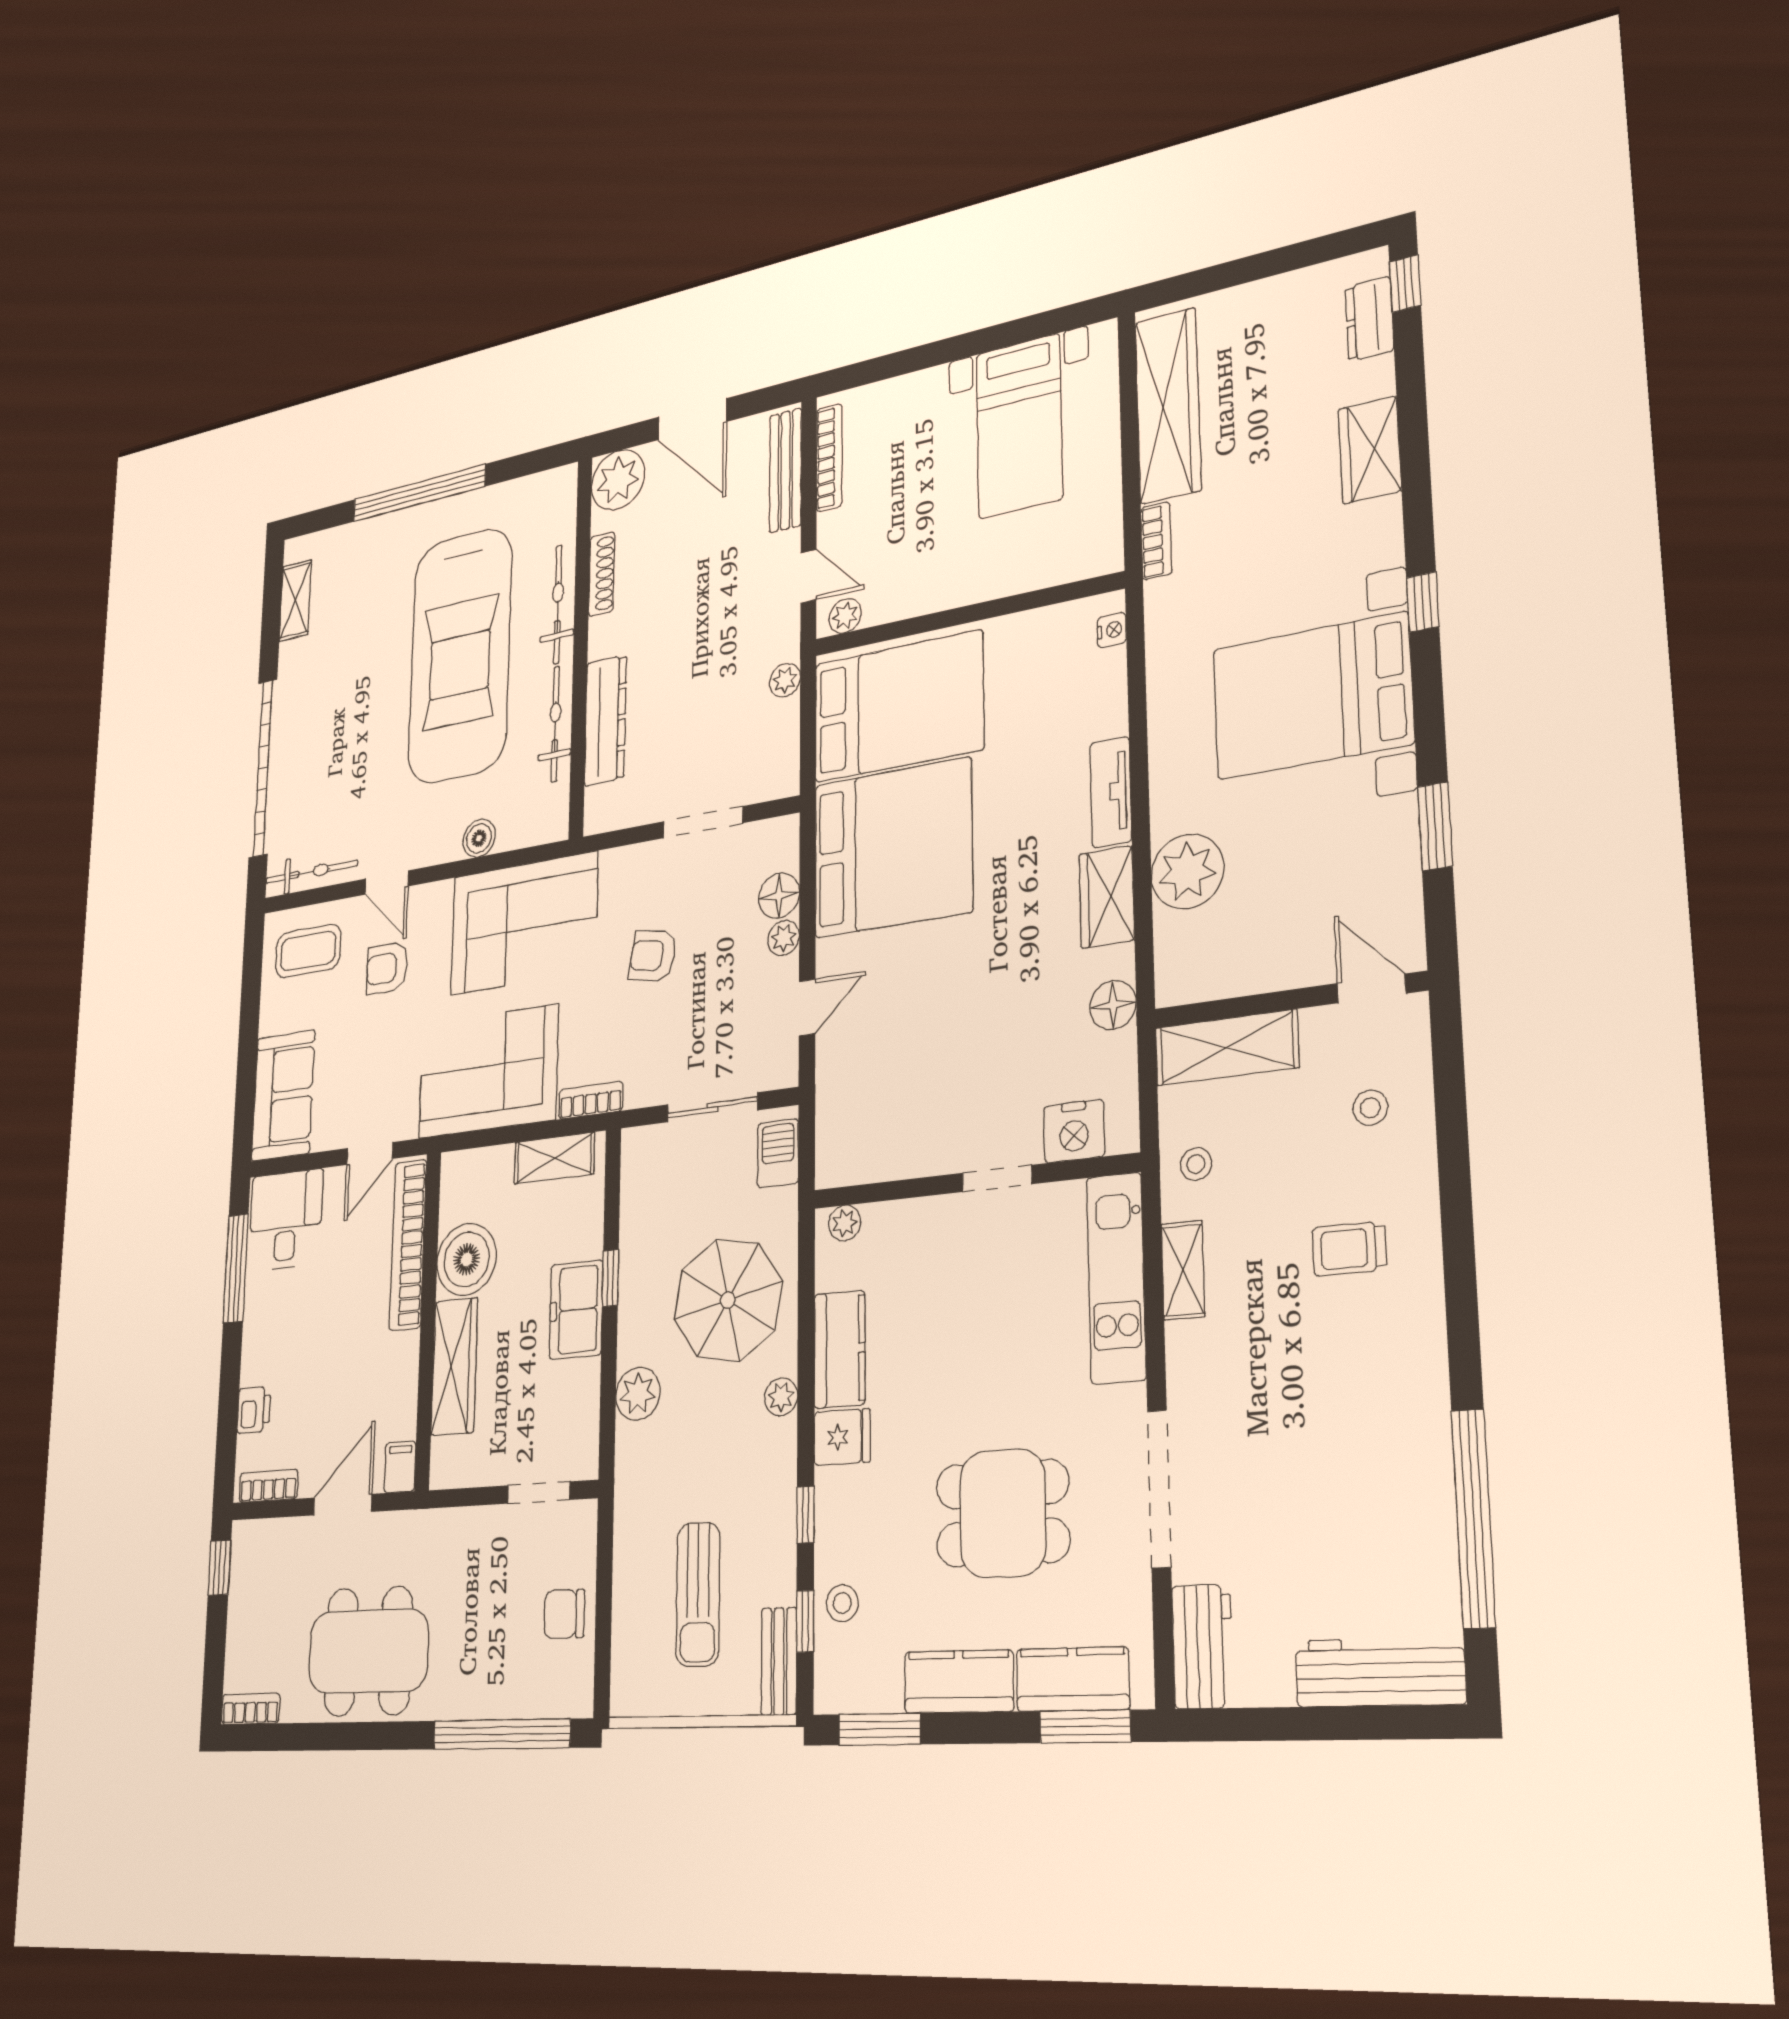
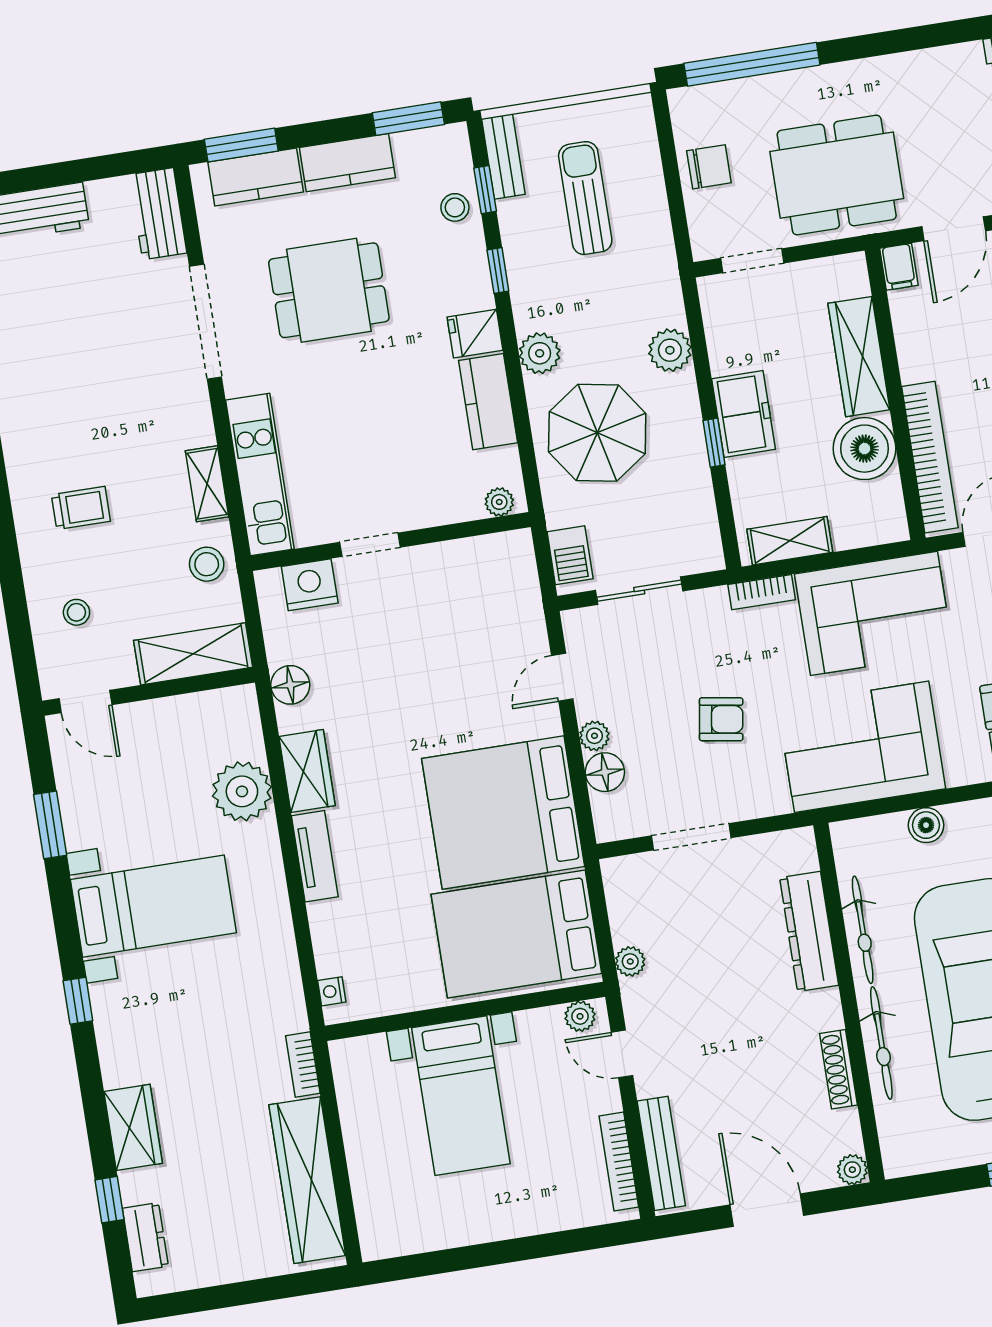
window: (1405, 284) -> (109, 1200), moved
bed with nightstands: (1019, 426) -> (461, 1096), moved, turned 180
plant: (618, 480) -> (852, 1170), width x0.53, depth x0.53
bed with nightstands: (1312, 696) -> (153, 906), width x0.73
stool: (1196, 1164) -> (207, 564), width x1.37, depth x1.37
plant: (781, 1397) -> (540, 353), width x1.38, depth x1.38
dining table: (368, 1651) -> (837, 175), moved

